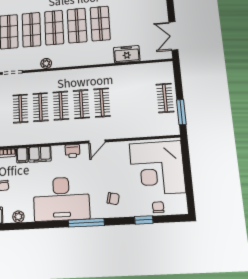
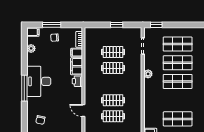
shop shelf: (77, 26) -> (178, 100), removed
clothes rail: (61, 106) -> (113, 84), removed
printer: (72, 151) -> (77, 81), moved
desk: (61, 199) -> (39, 81), width x0.73, depth x0.77
window: (86, 223) -> (24, 88), moved

